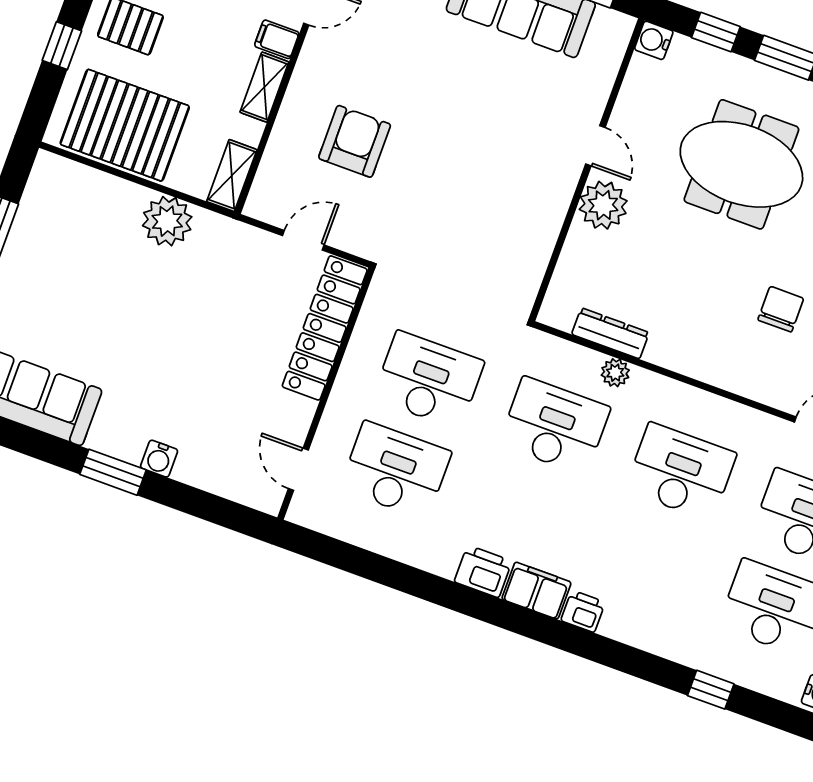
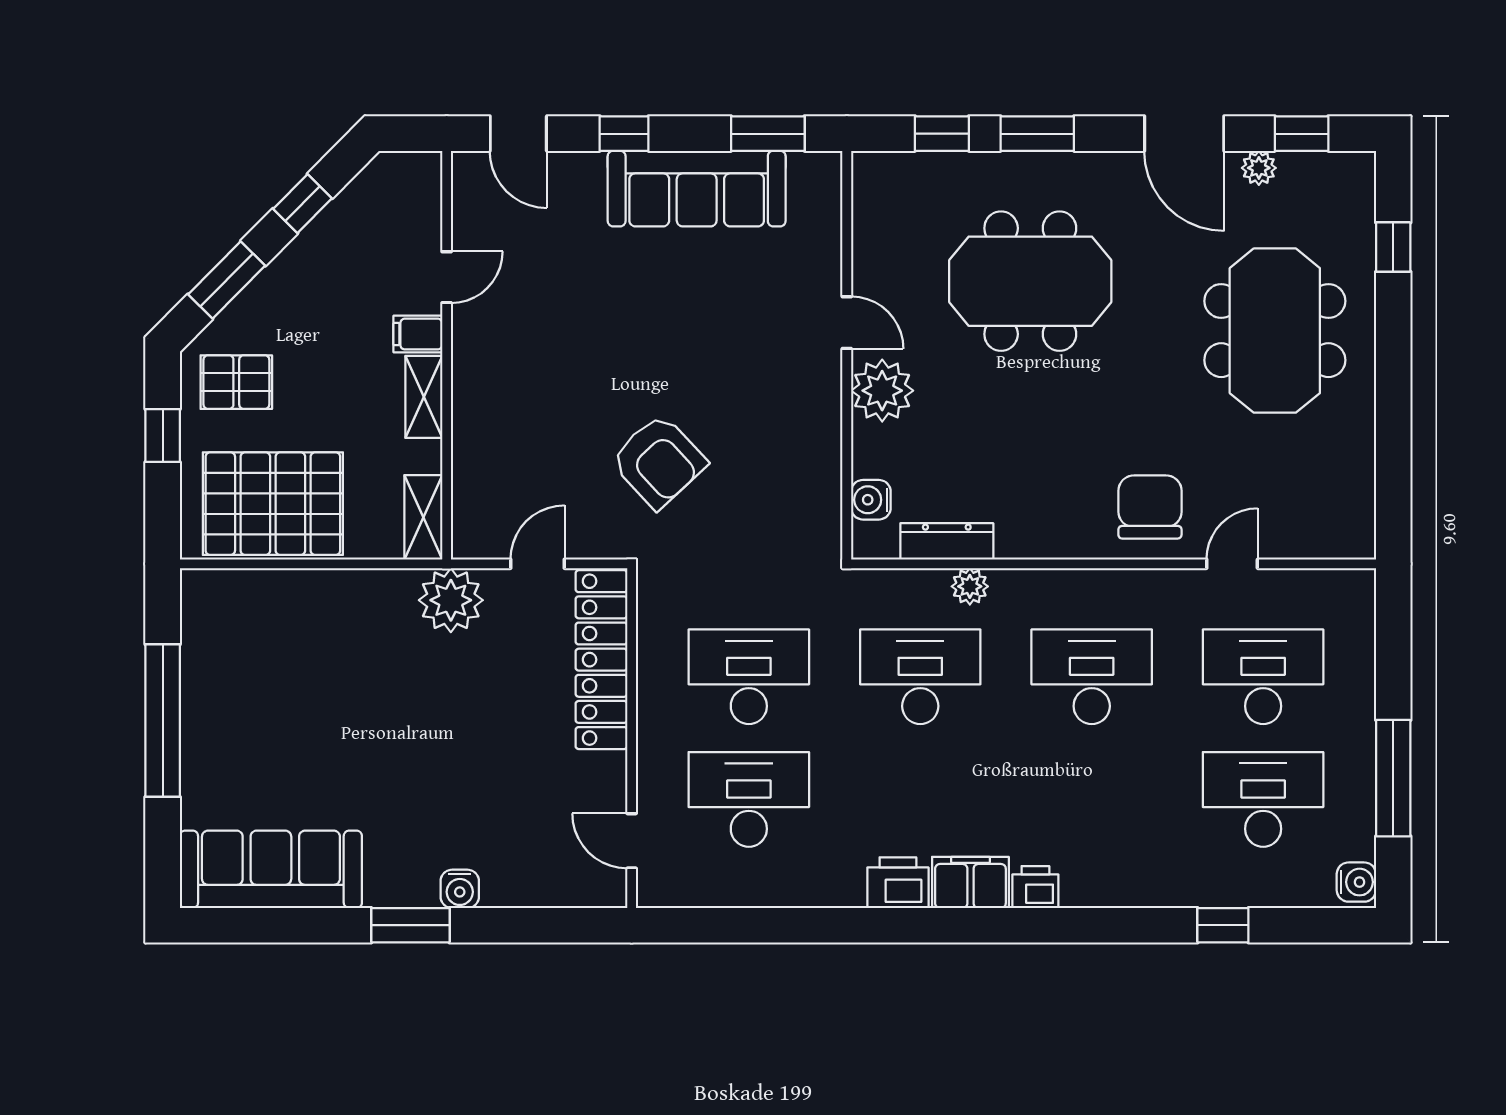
water cooler: (654, 40) -> (871, 500), moved
armchair: (355, 141) -> (659, 461), moved, turned 137
plant: (167, 221) -> (451, 600), moved
chair: (781, 309) -> (1150, 507), moved, width x1.37, depth x1.37

